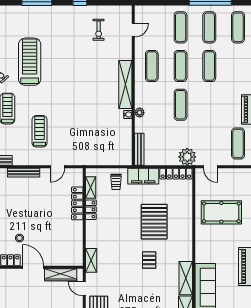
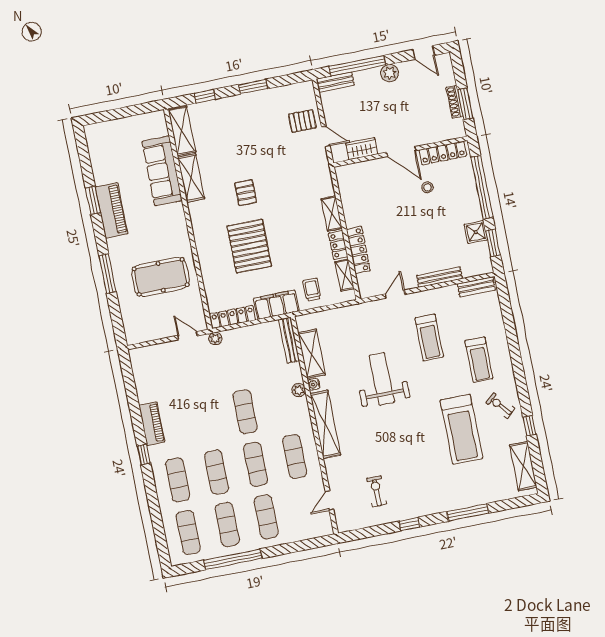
weight bench: (79, 109) -> (382, 379), added
shelving: (125, 136) -> (312, 354), added
exercise mat: (238, 143) -> (178, 480), moved
plant: (187, 157) -> (215, 339), width x0.53, depth x0.53
shelving: (91, 260) -> (332, 214), moved
wardrobe: (61, 275) -> (362, 149), width x0.67

